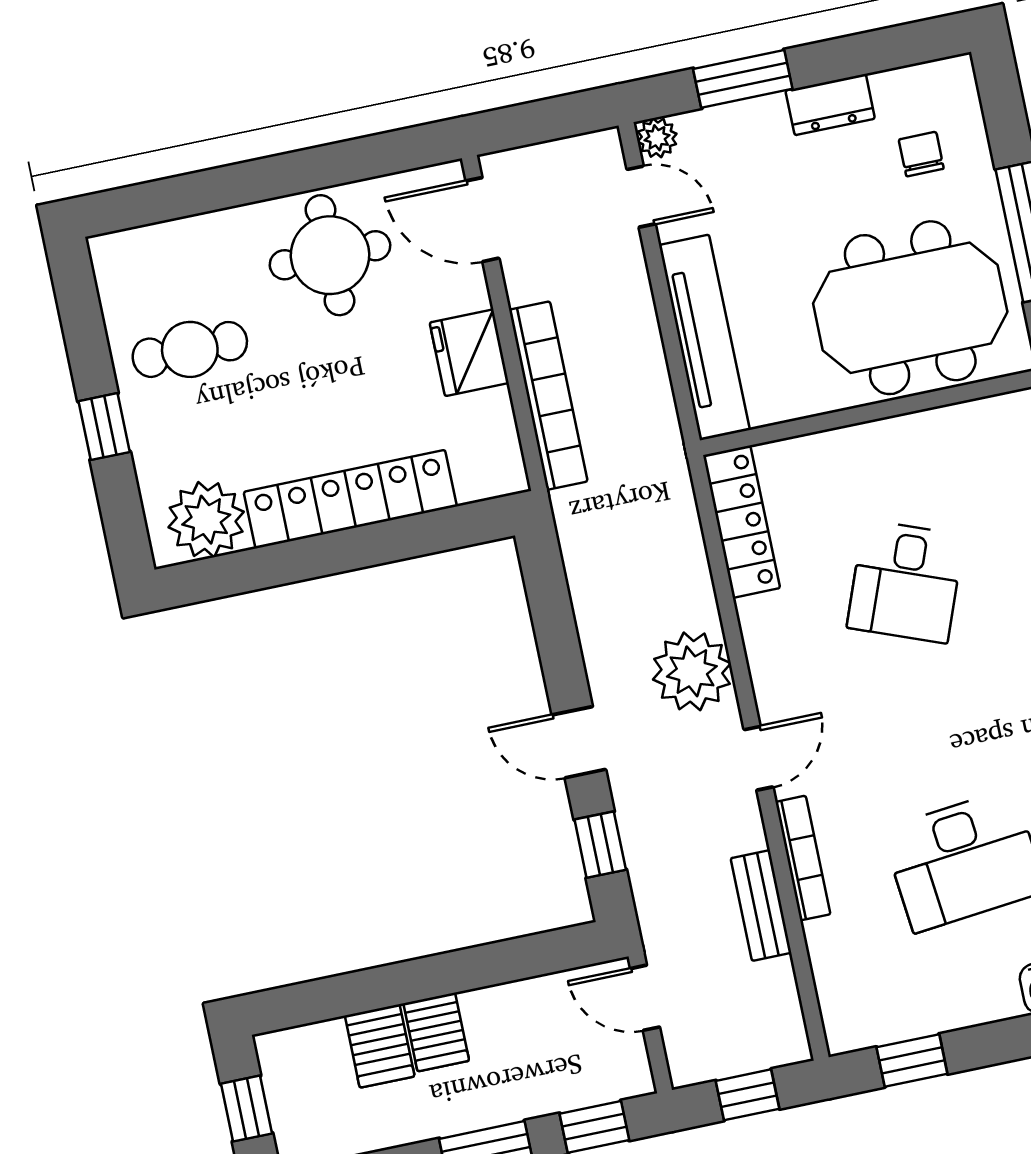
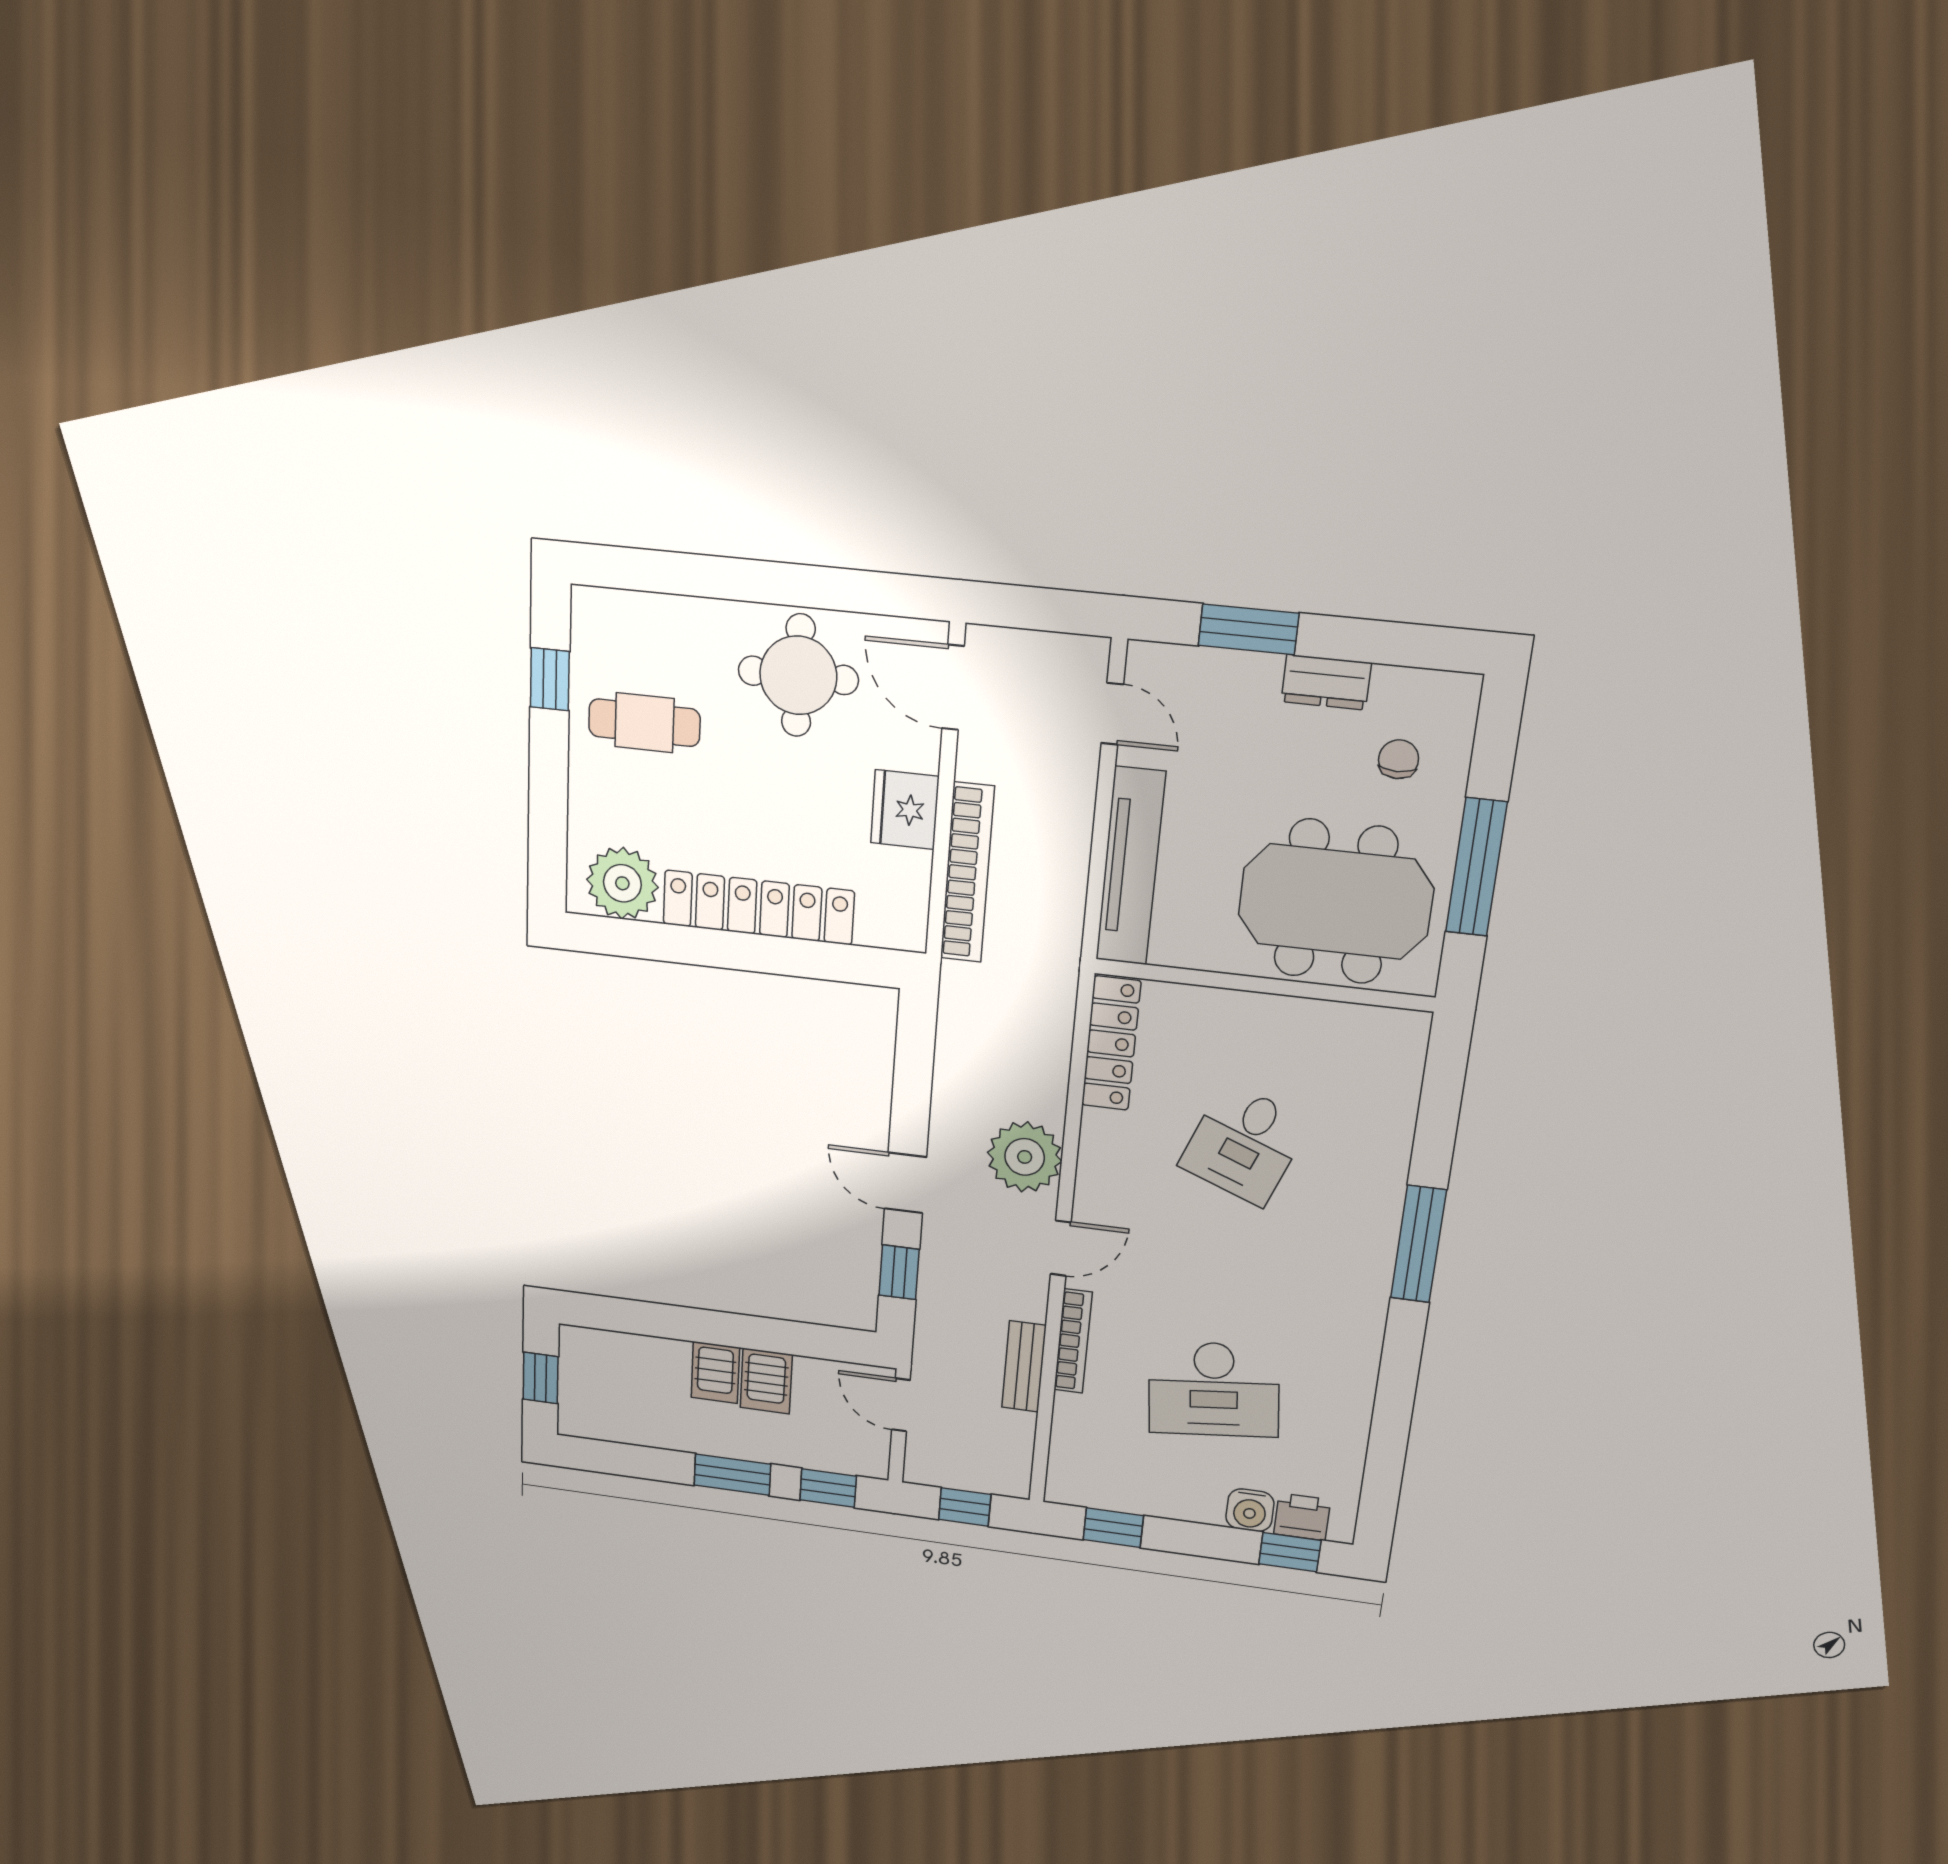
plant: (657, 138) -> (1146, 661), removed
window: (104, 427) -> (550, 679), moved
server rack: (380, 1046) -> (766, 1381), moved

